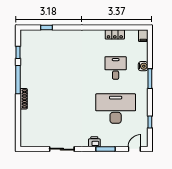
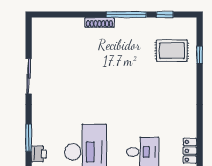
rug: (44, 47) -> (172, 51), added
printer: (94, 142) -> (39, 154), moved

